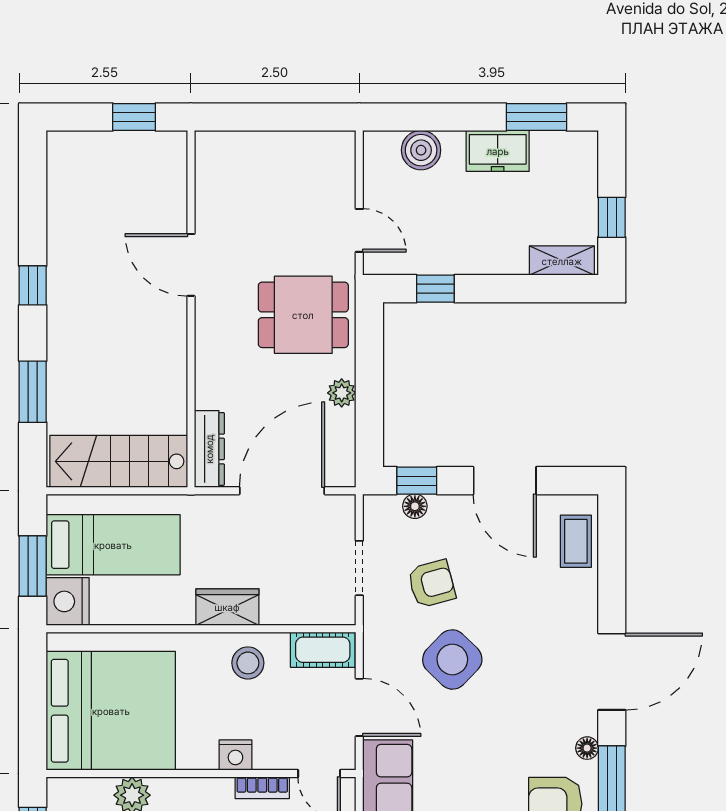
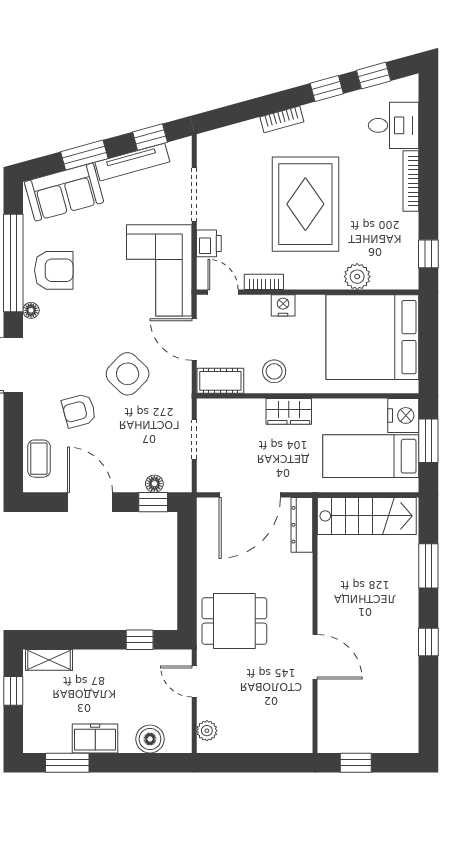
plant: (342, 393) -> (207, 731), moved
armchair: (432, 584) -> (79, 411), moved

